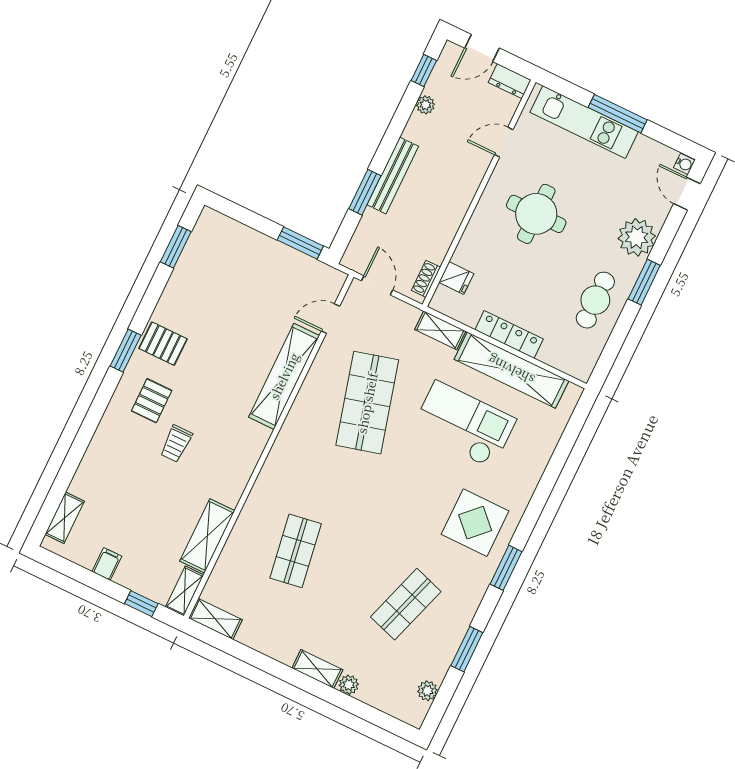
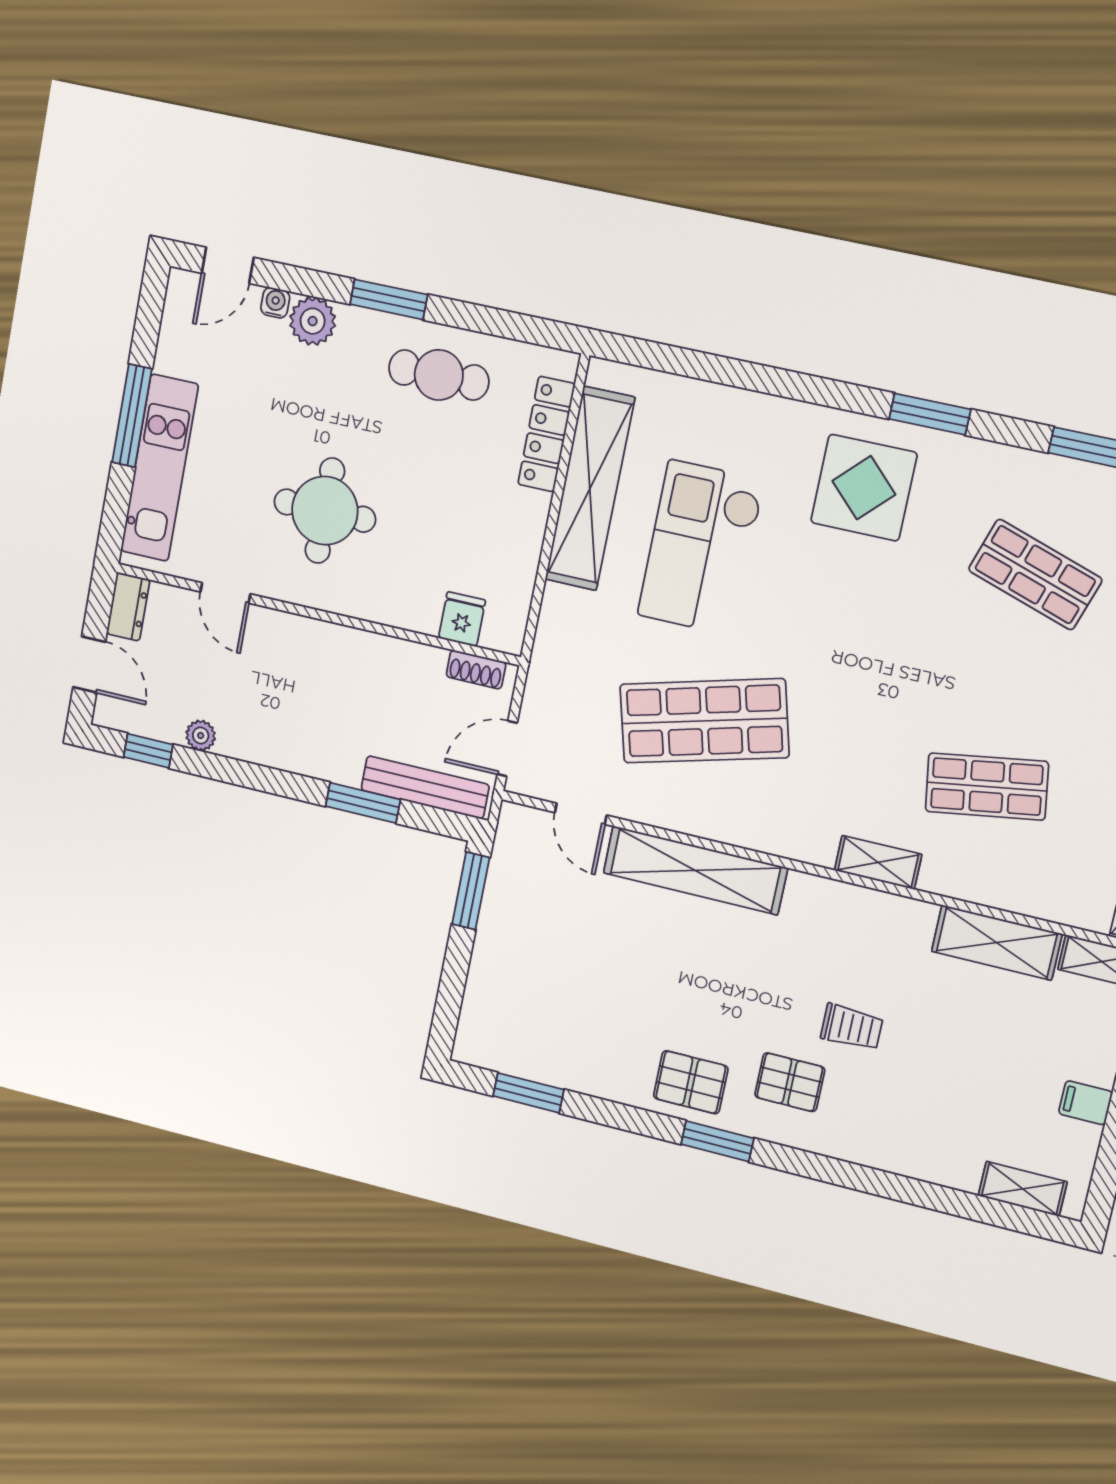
water cooler: (684, 164) -> (275, 303), moved
bench: (393, 176) -> (425, 787), moved
plant: (637, 237) -> (313, 321), width x0.73, depth x0.73
shelving: (440, 330) -> (878, 862), moved, turned 90
locker: (509, 334) -> (546, 434), moved
pallet: (163, 344) -> (691, 1082), turned 90

